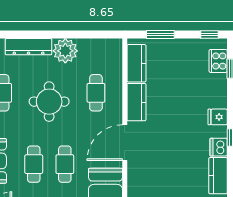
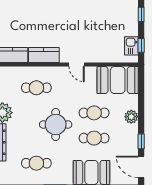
round table: (49, 102) -> (56, 124), moved
door: (125, 143) -> (77, 64), width x0.53

